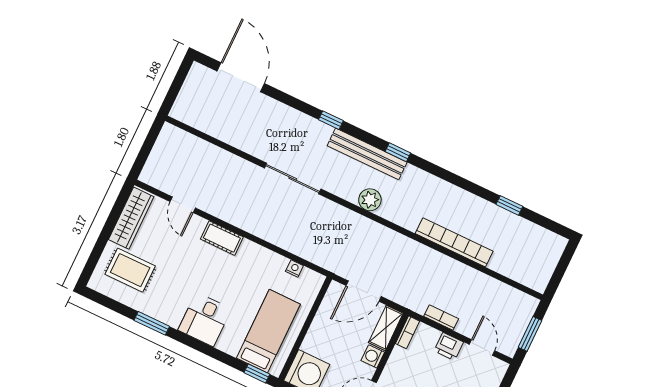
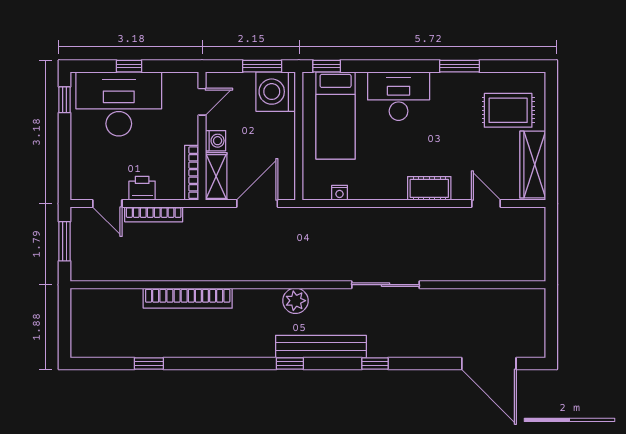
bookcase: (441, 318) -> (154, 214), width x1.56
desk: (205, 319) -> (399, 96), width x1.37
bookcase: (407, 332) -> (192, 173), width x1.56

